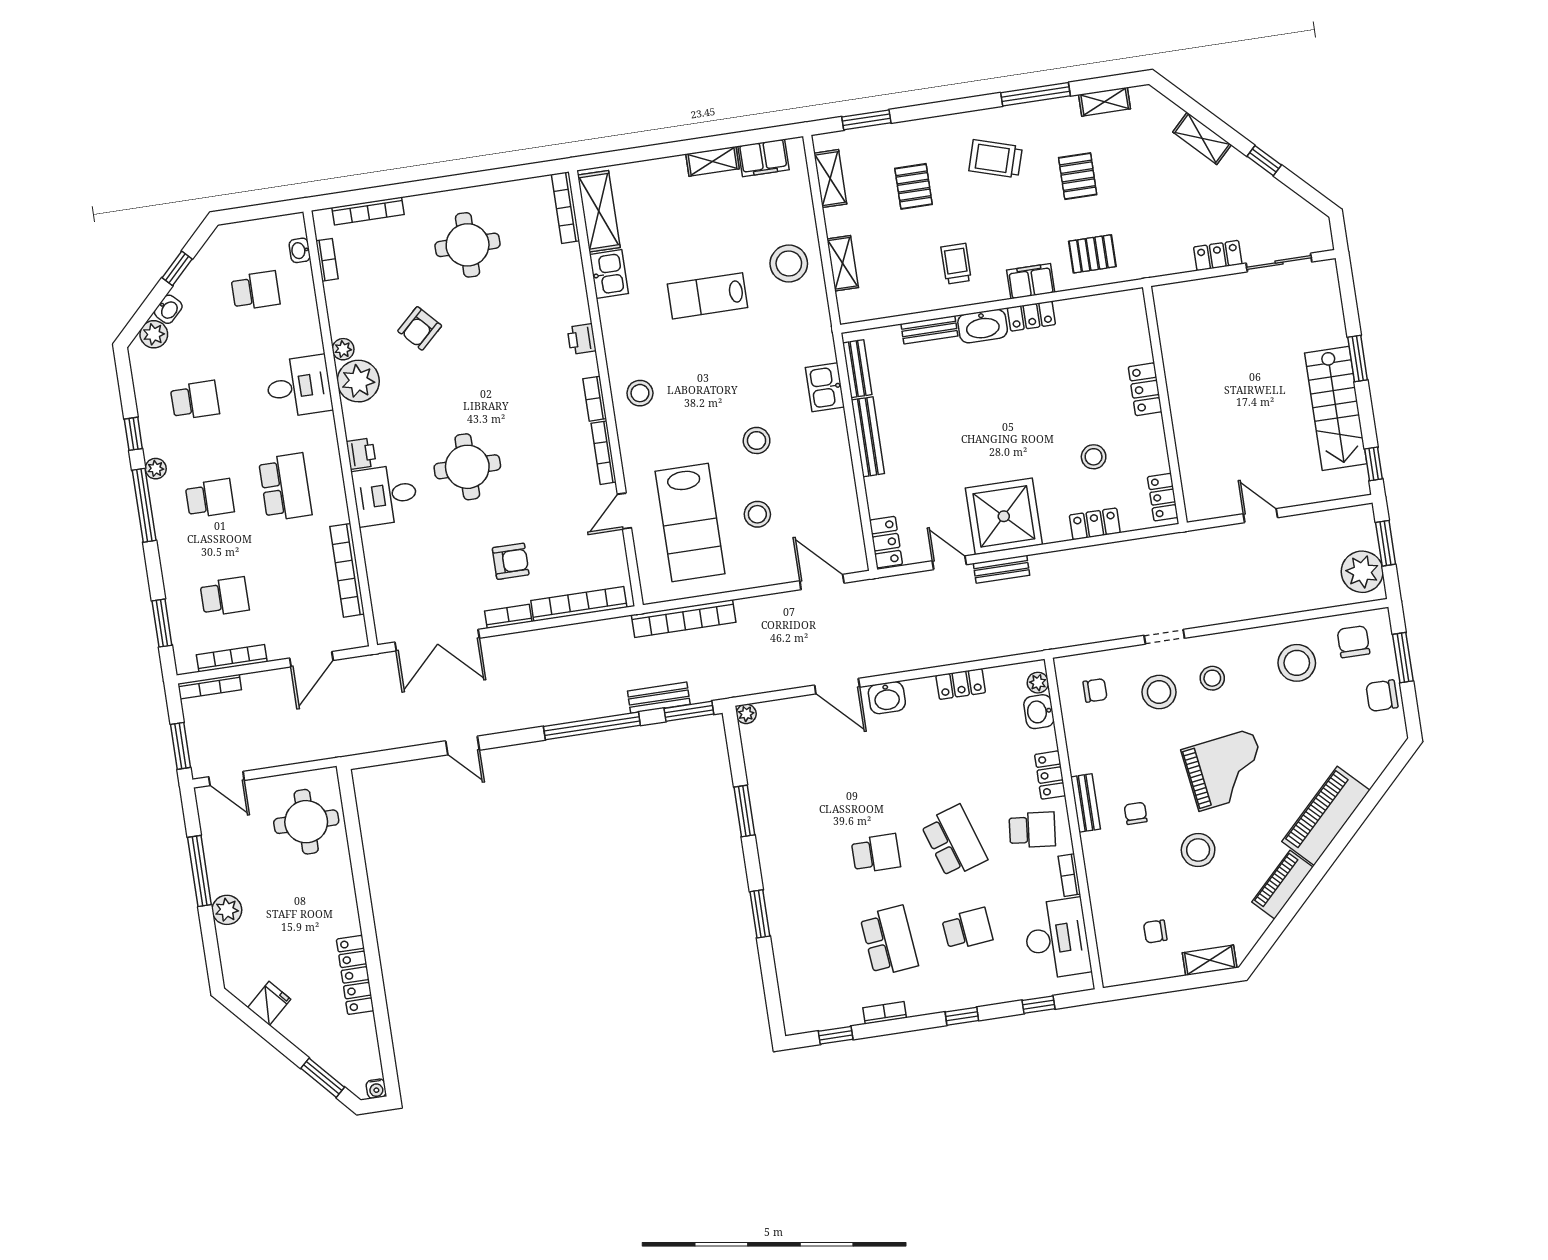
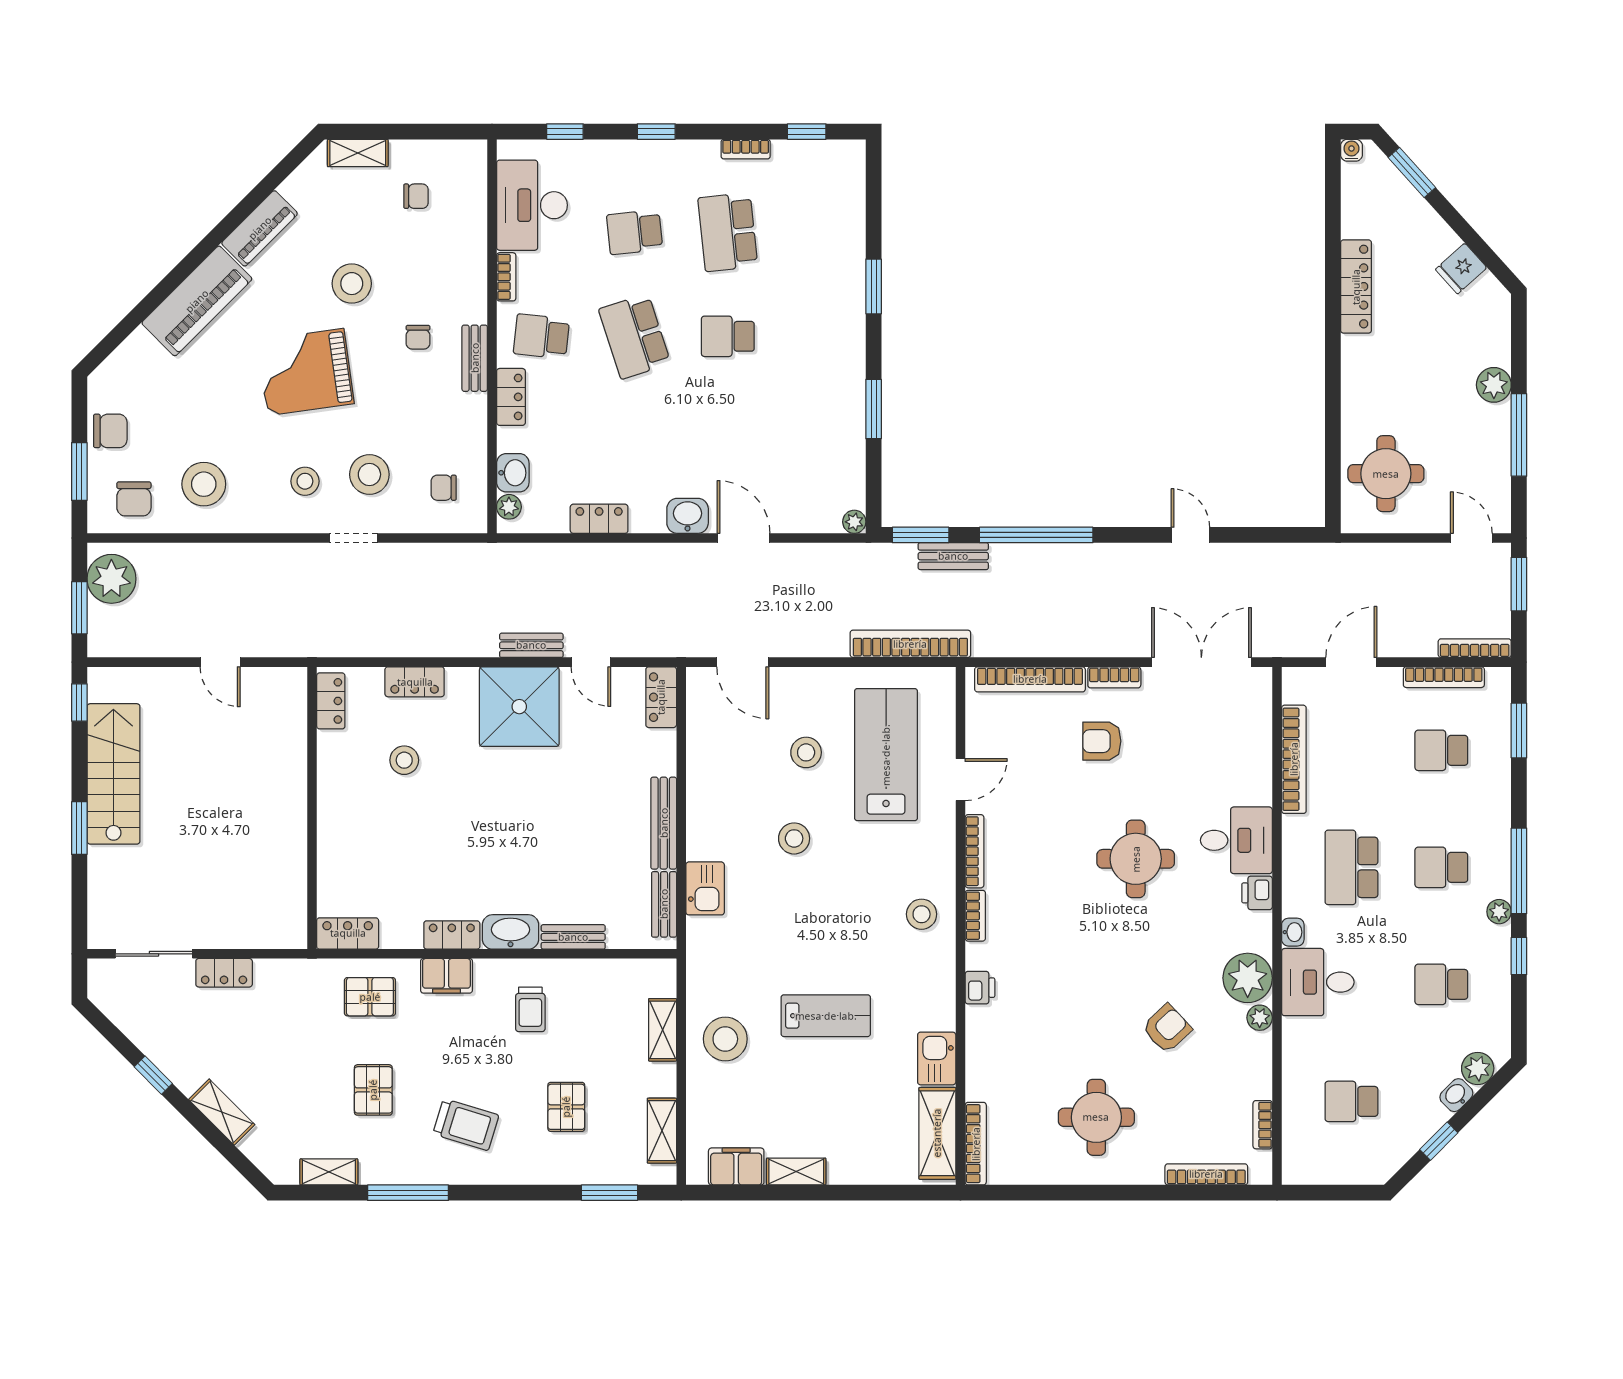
washbasin: (300, 250) -> (1293, 932), moved
locker: (1145, 389) -> (348, 933), moved, turned -90

